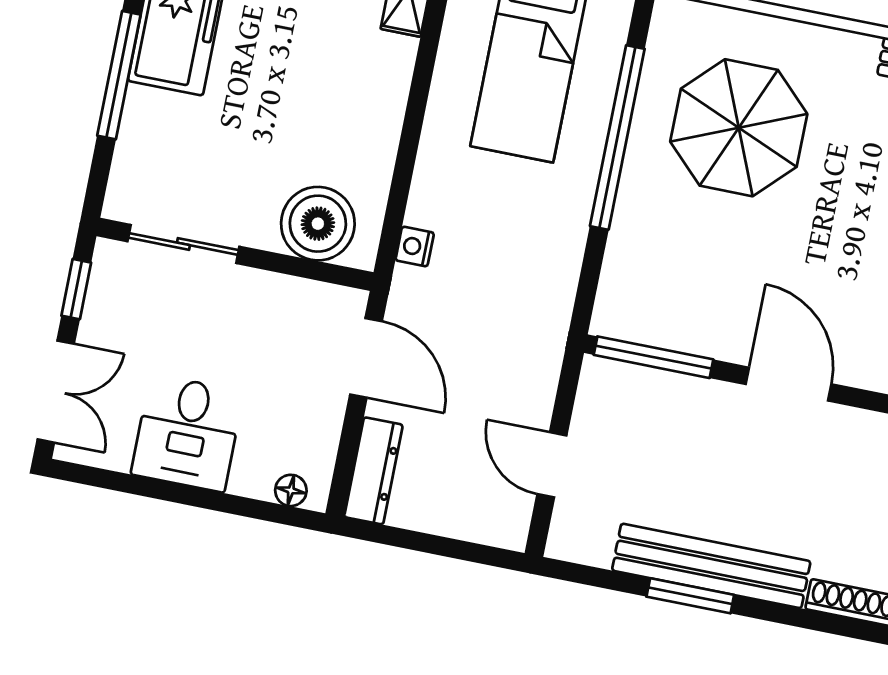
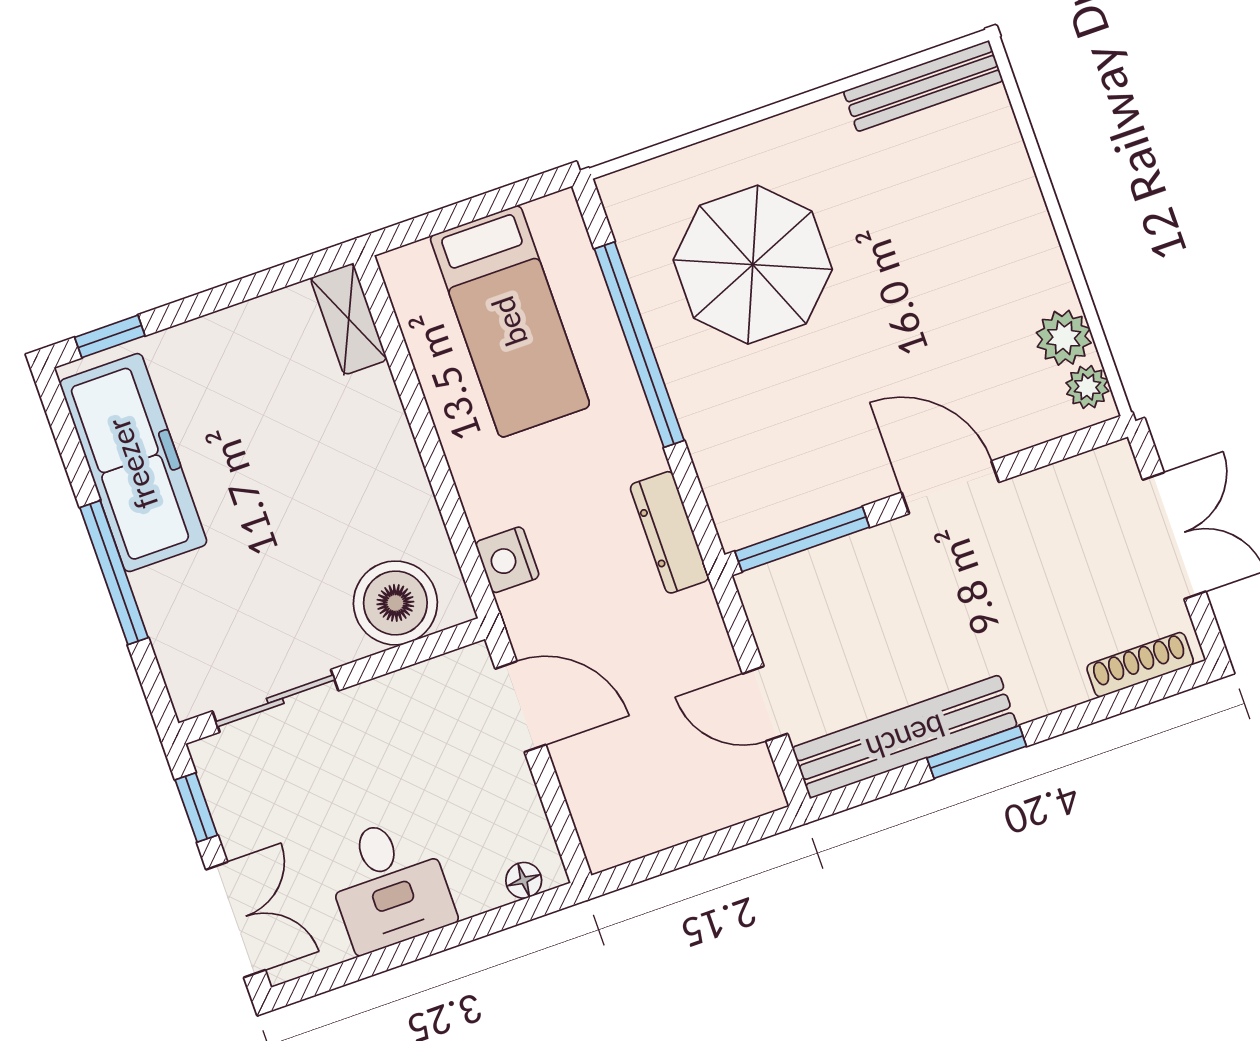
nightstand: (415, 247) -> (507, 560), width x1.39, depth x1.35
dresser: (373, 471) -> (669, 532), moved, turned 180
bench: (711, 566) -> (905, 737), moved

